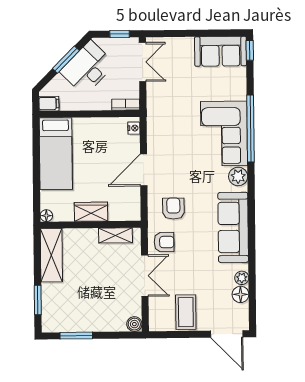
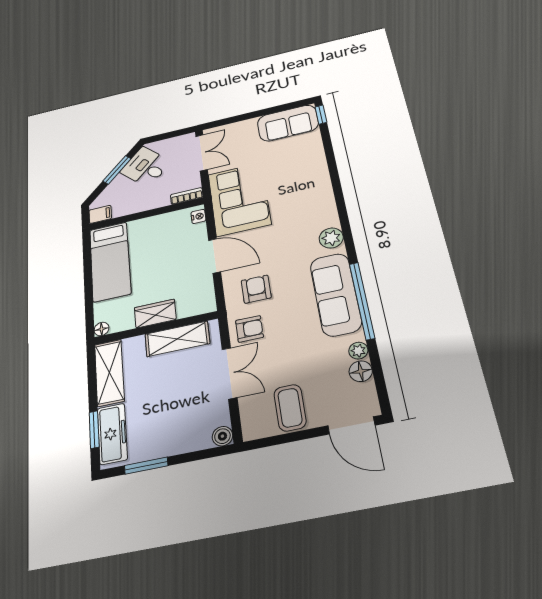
window: (120, 34) -> (174, 134), removed
desk: (87, 68) -> (146, 167), width x0.73
window: (251, 129) -> (362, 301), moved
corner sofa: (224, 133) -> (239, 199), moved, turned 180
door: (144, 170) -> (215, 256), swing flipped
shelving: (115, 235) -> (177, 339), width x1.50, depth x1.33
freezer: (52, 306) -> (112, 434), added

